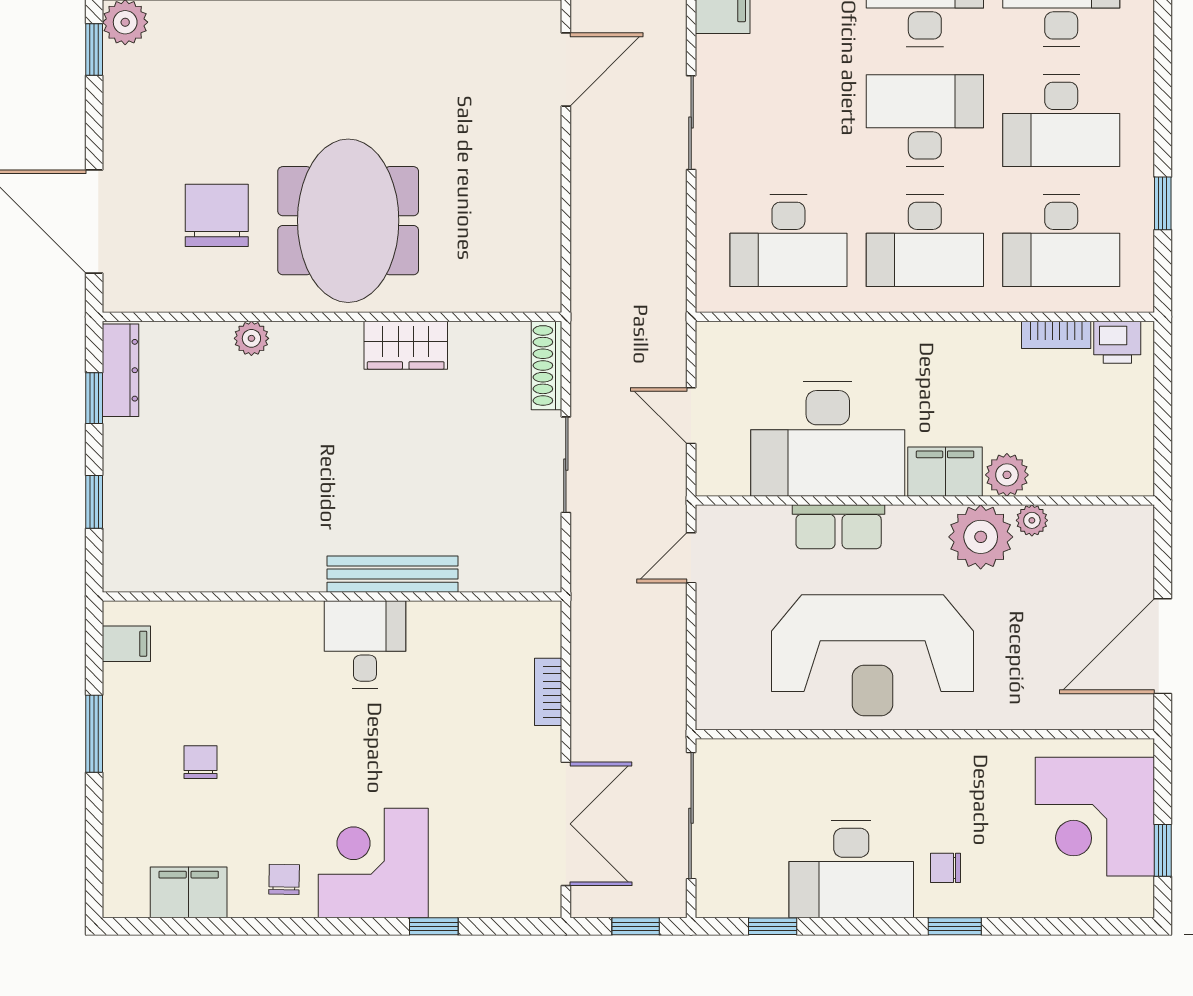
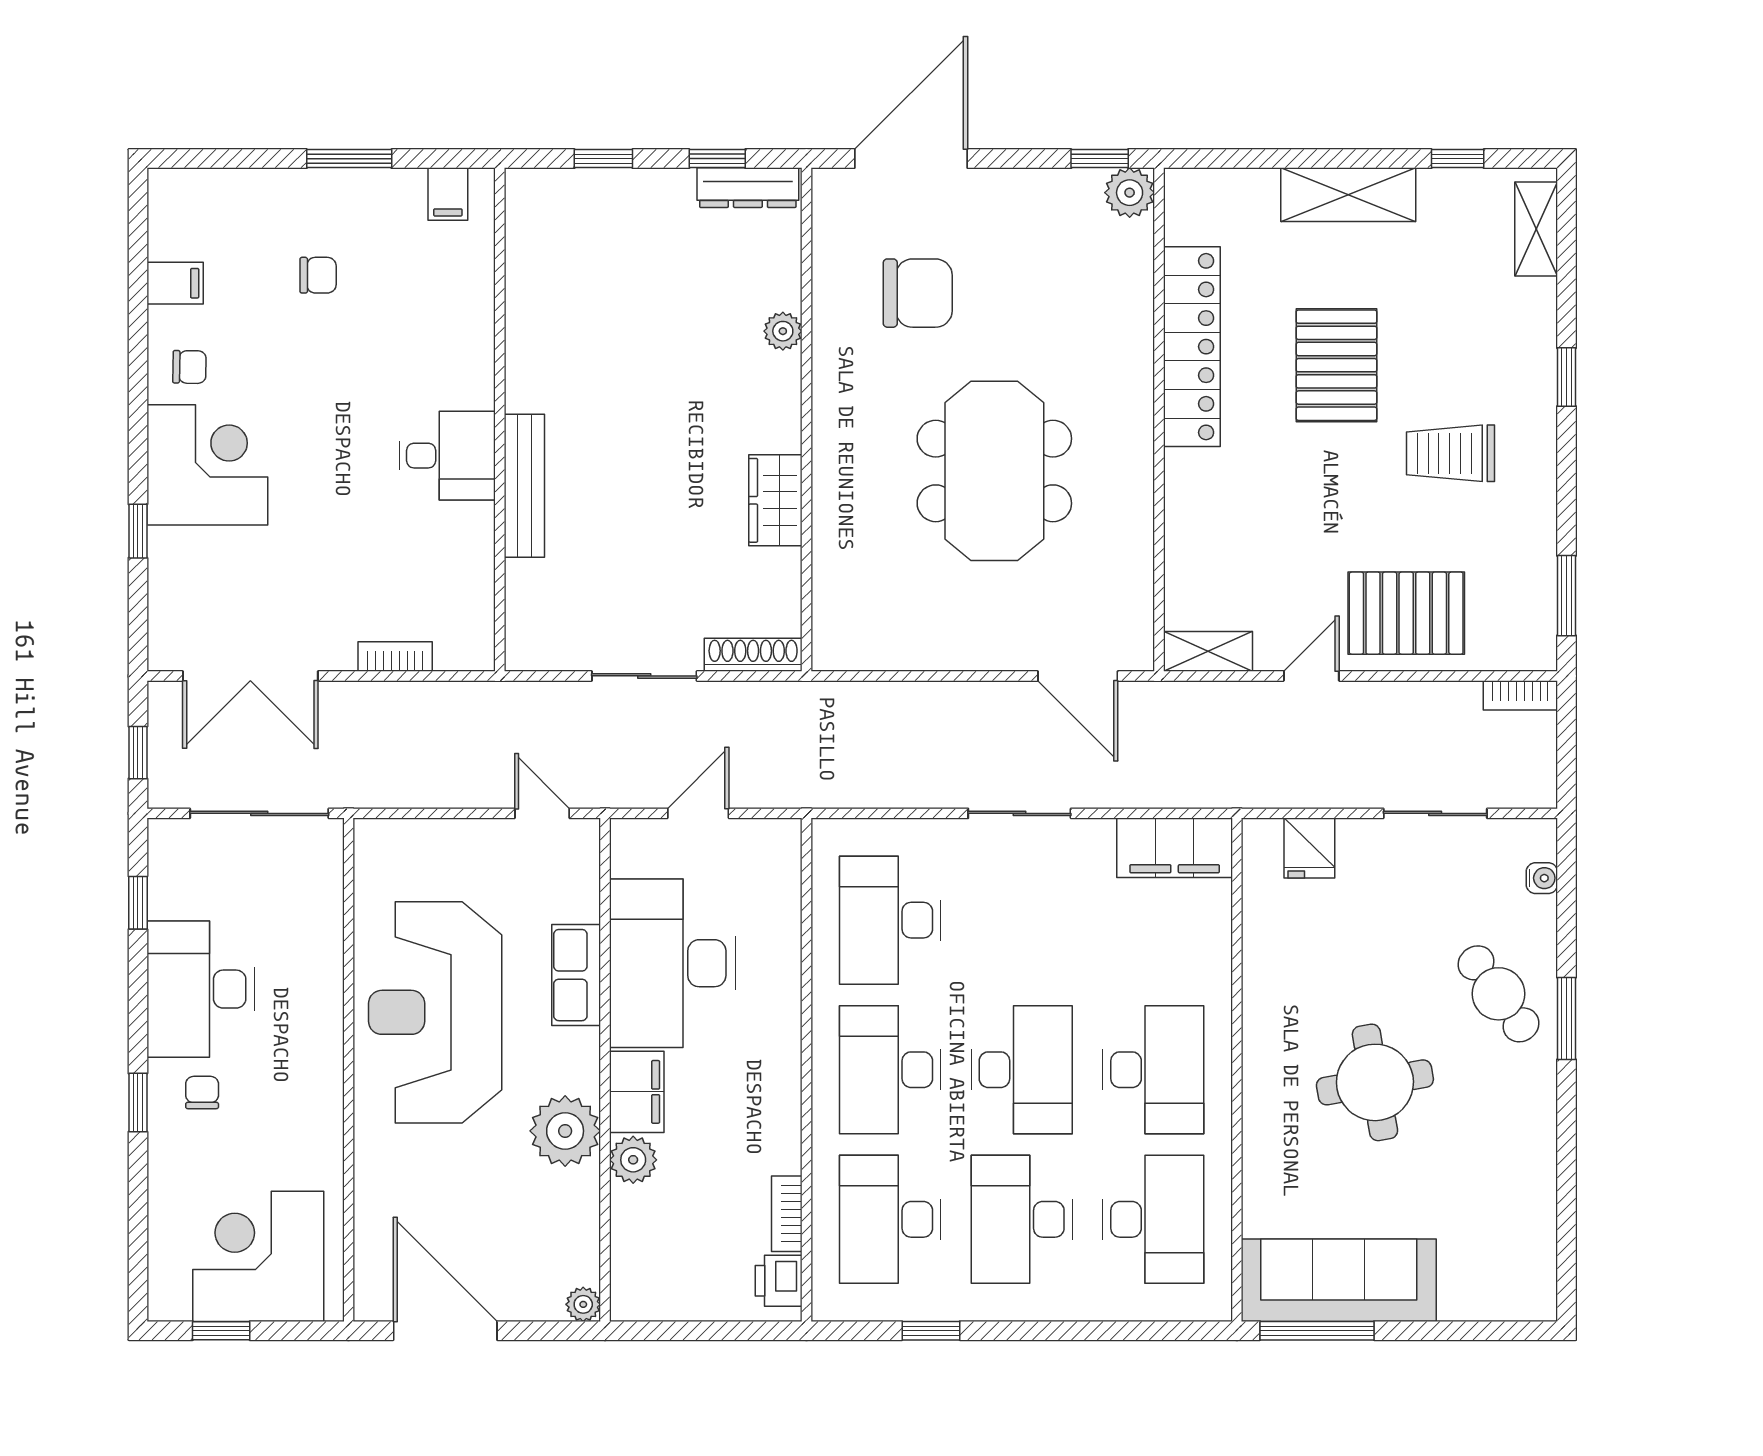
meeting table: (348, 221) -> (994, 471), moved, turned 90
plant: (1032, 520) -> (583, 1304), moved
filing cabinet: (189, 892) -> (175, 283), width x0.50

